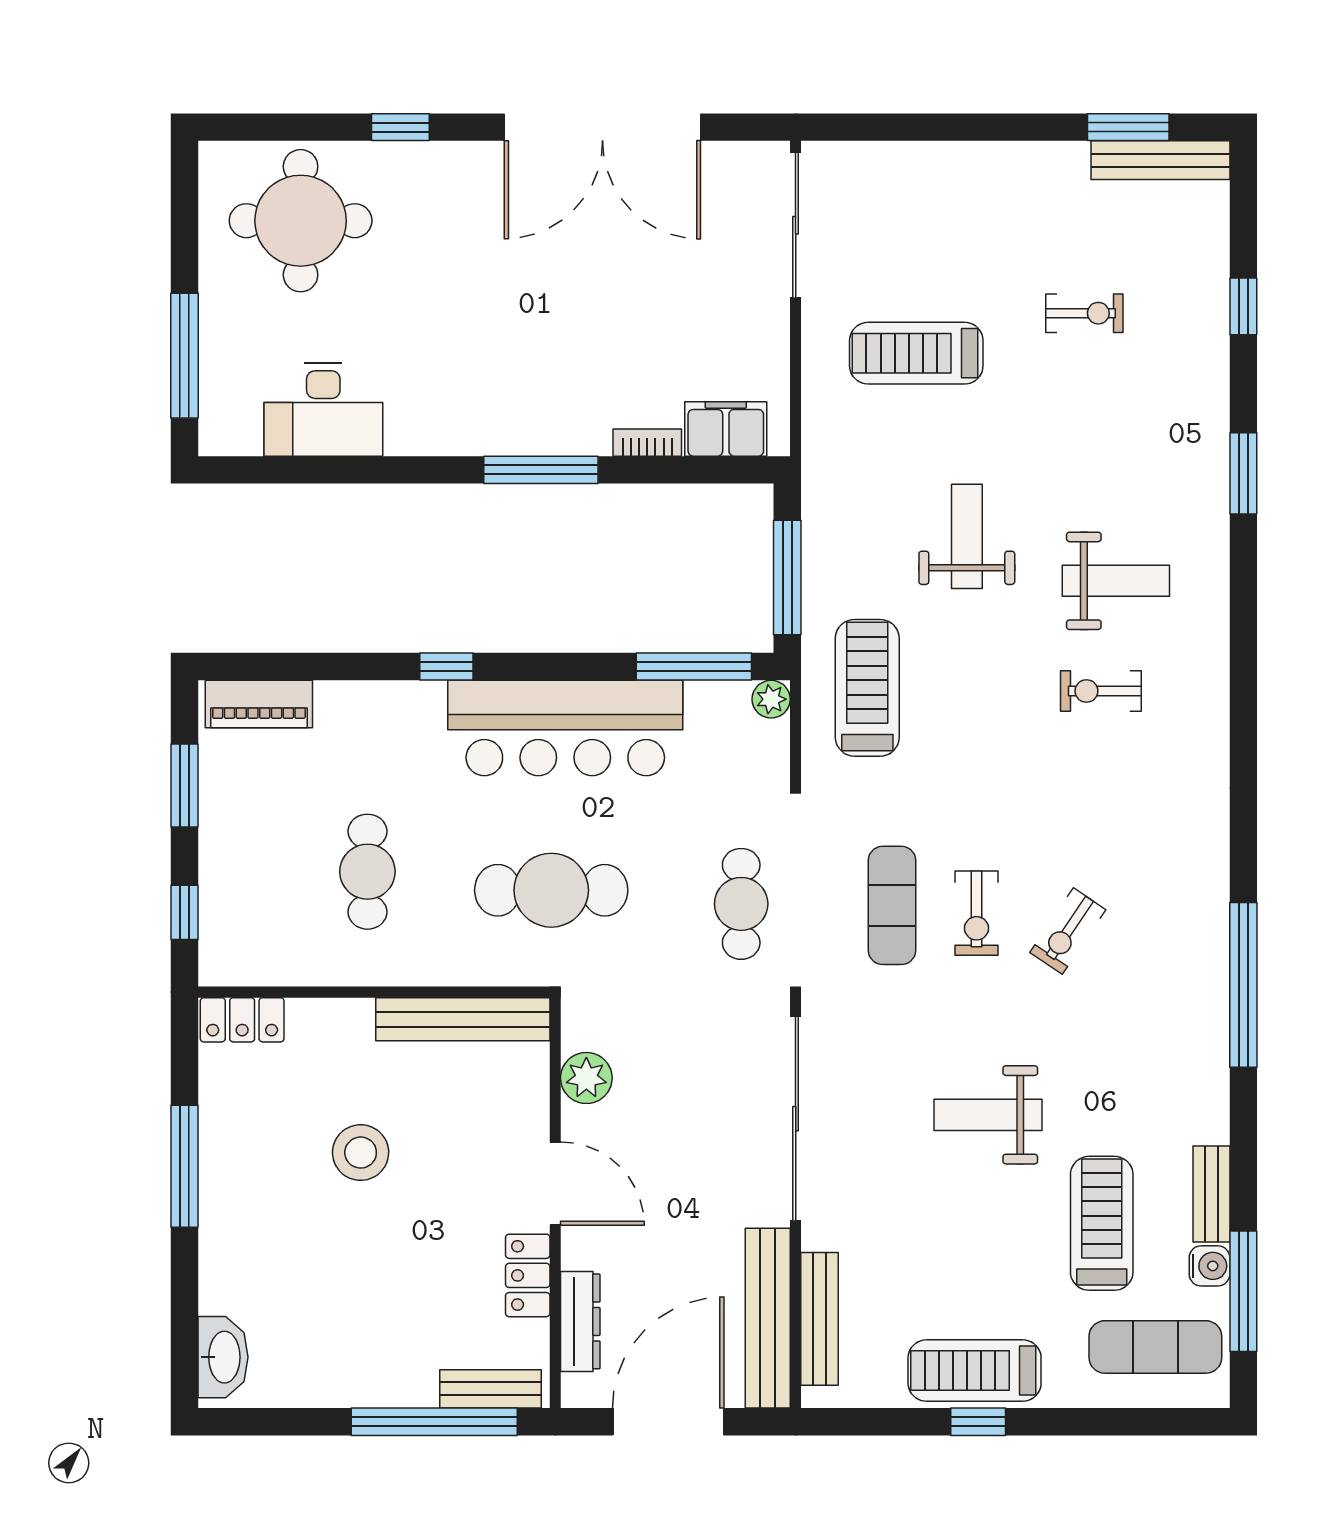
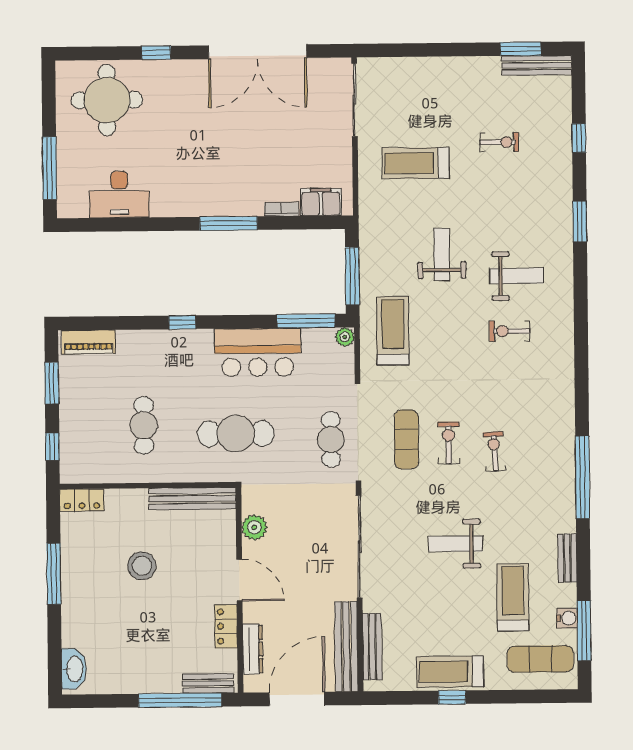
bar counter: (565, 728) -> (258, 352), width x0.73
exercise bike: (976, 913) -> (449, 443), turned 180
exercise bike: (1068, 931) -> (494, 451), turned 142
bench: (1211, 1194) -> (567, 558), moved

